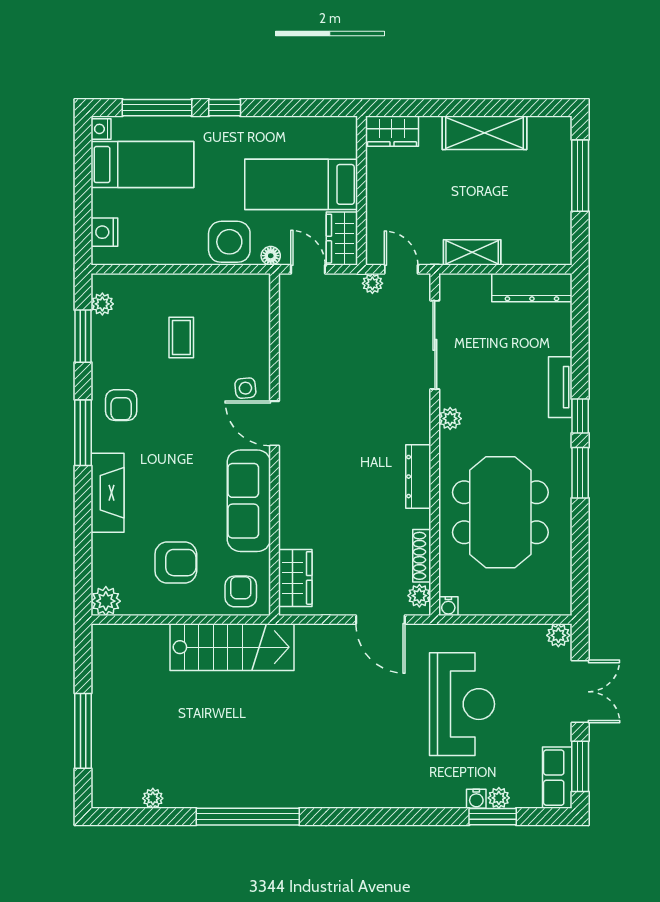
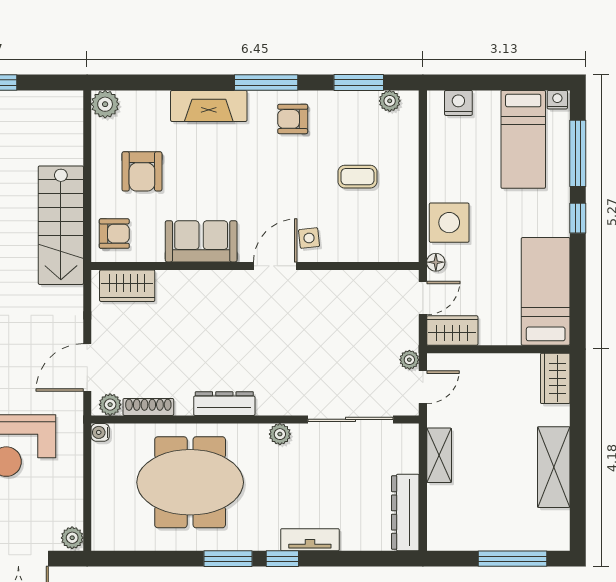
bed: (301, 184) -> (546, 291), moved
sofa: (249, 501) -> (201, 241), width x0.73

